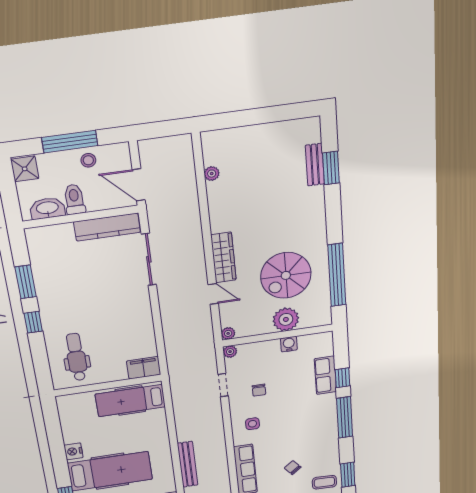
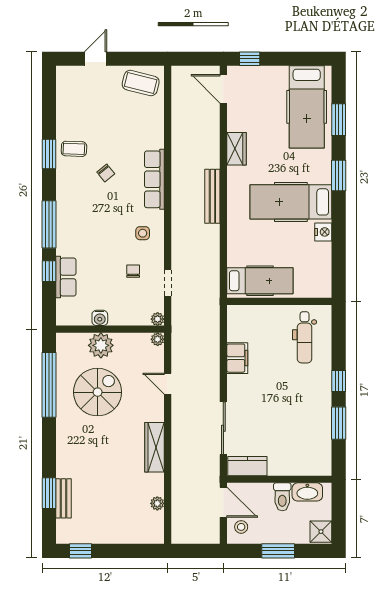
window: (292, 111) -> (81, 551), added
window: (70, 142) -> (278, 551), width x0.69
stool: (88, 160) -> (241, 527), moved
kitchen counter: (107, 227) -> (247, 466), width x0.67
wardrobe: (223, 257) -> (155, 447), moved
filing cabinet: (144, 368) -> (237, 358), moved, turned -90

